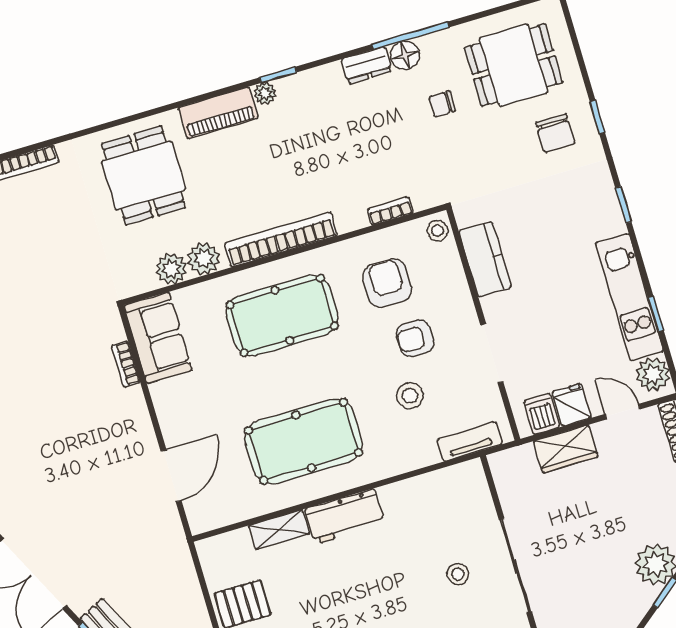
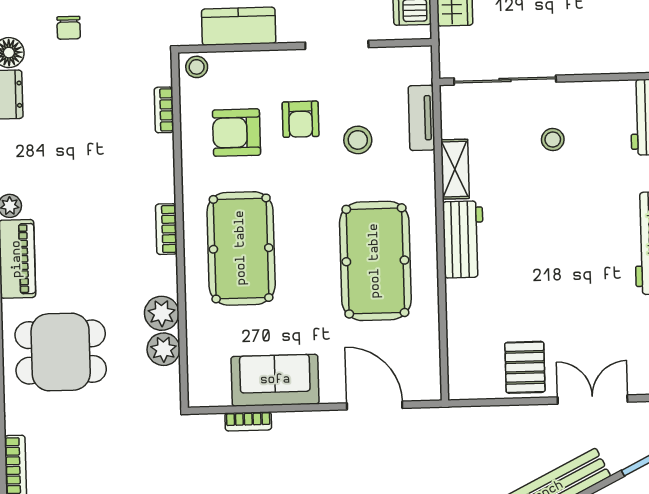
bookcase: (281, 239) -> (166, 229), width x0.43, depth x0.76
sofa: (158, 338) -> (275, 380), moved
tv unit: (470, 442) -> (422, 118), moved
shelving: (279, 530) -> (455, 169), moved
sliding door: (515, 566) -> (505, 80), moved

